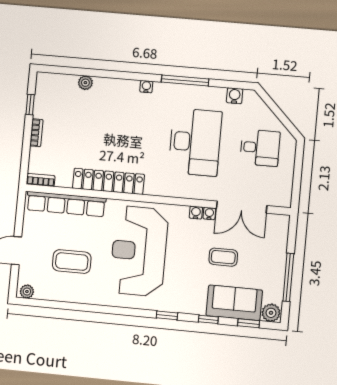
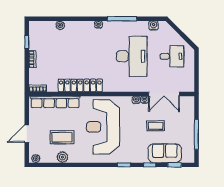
plant: (271, 313) -> (62, 157), moved

